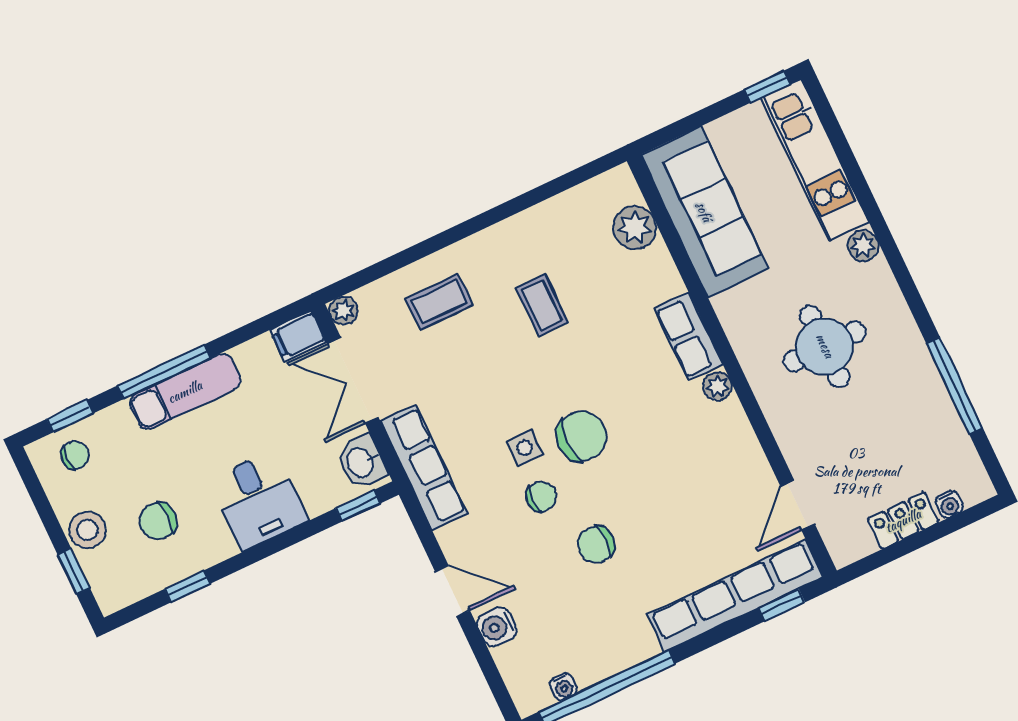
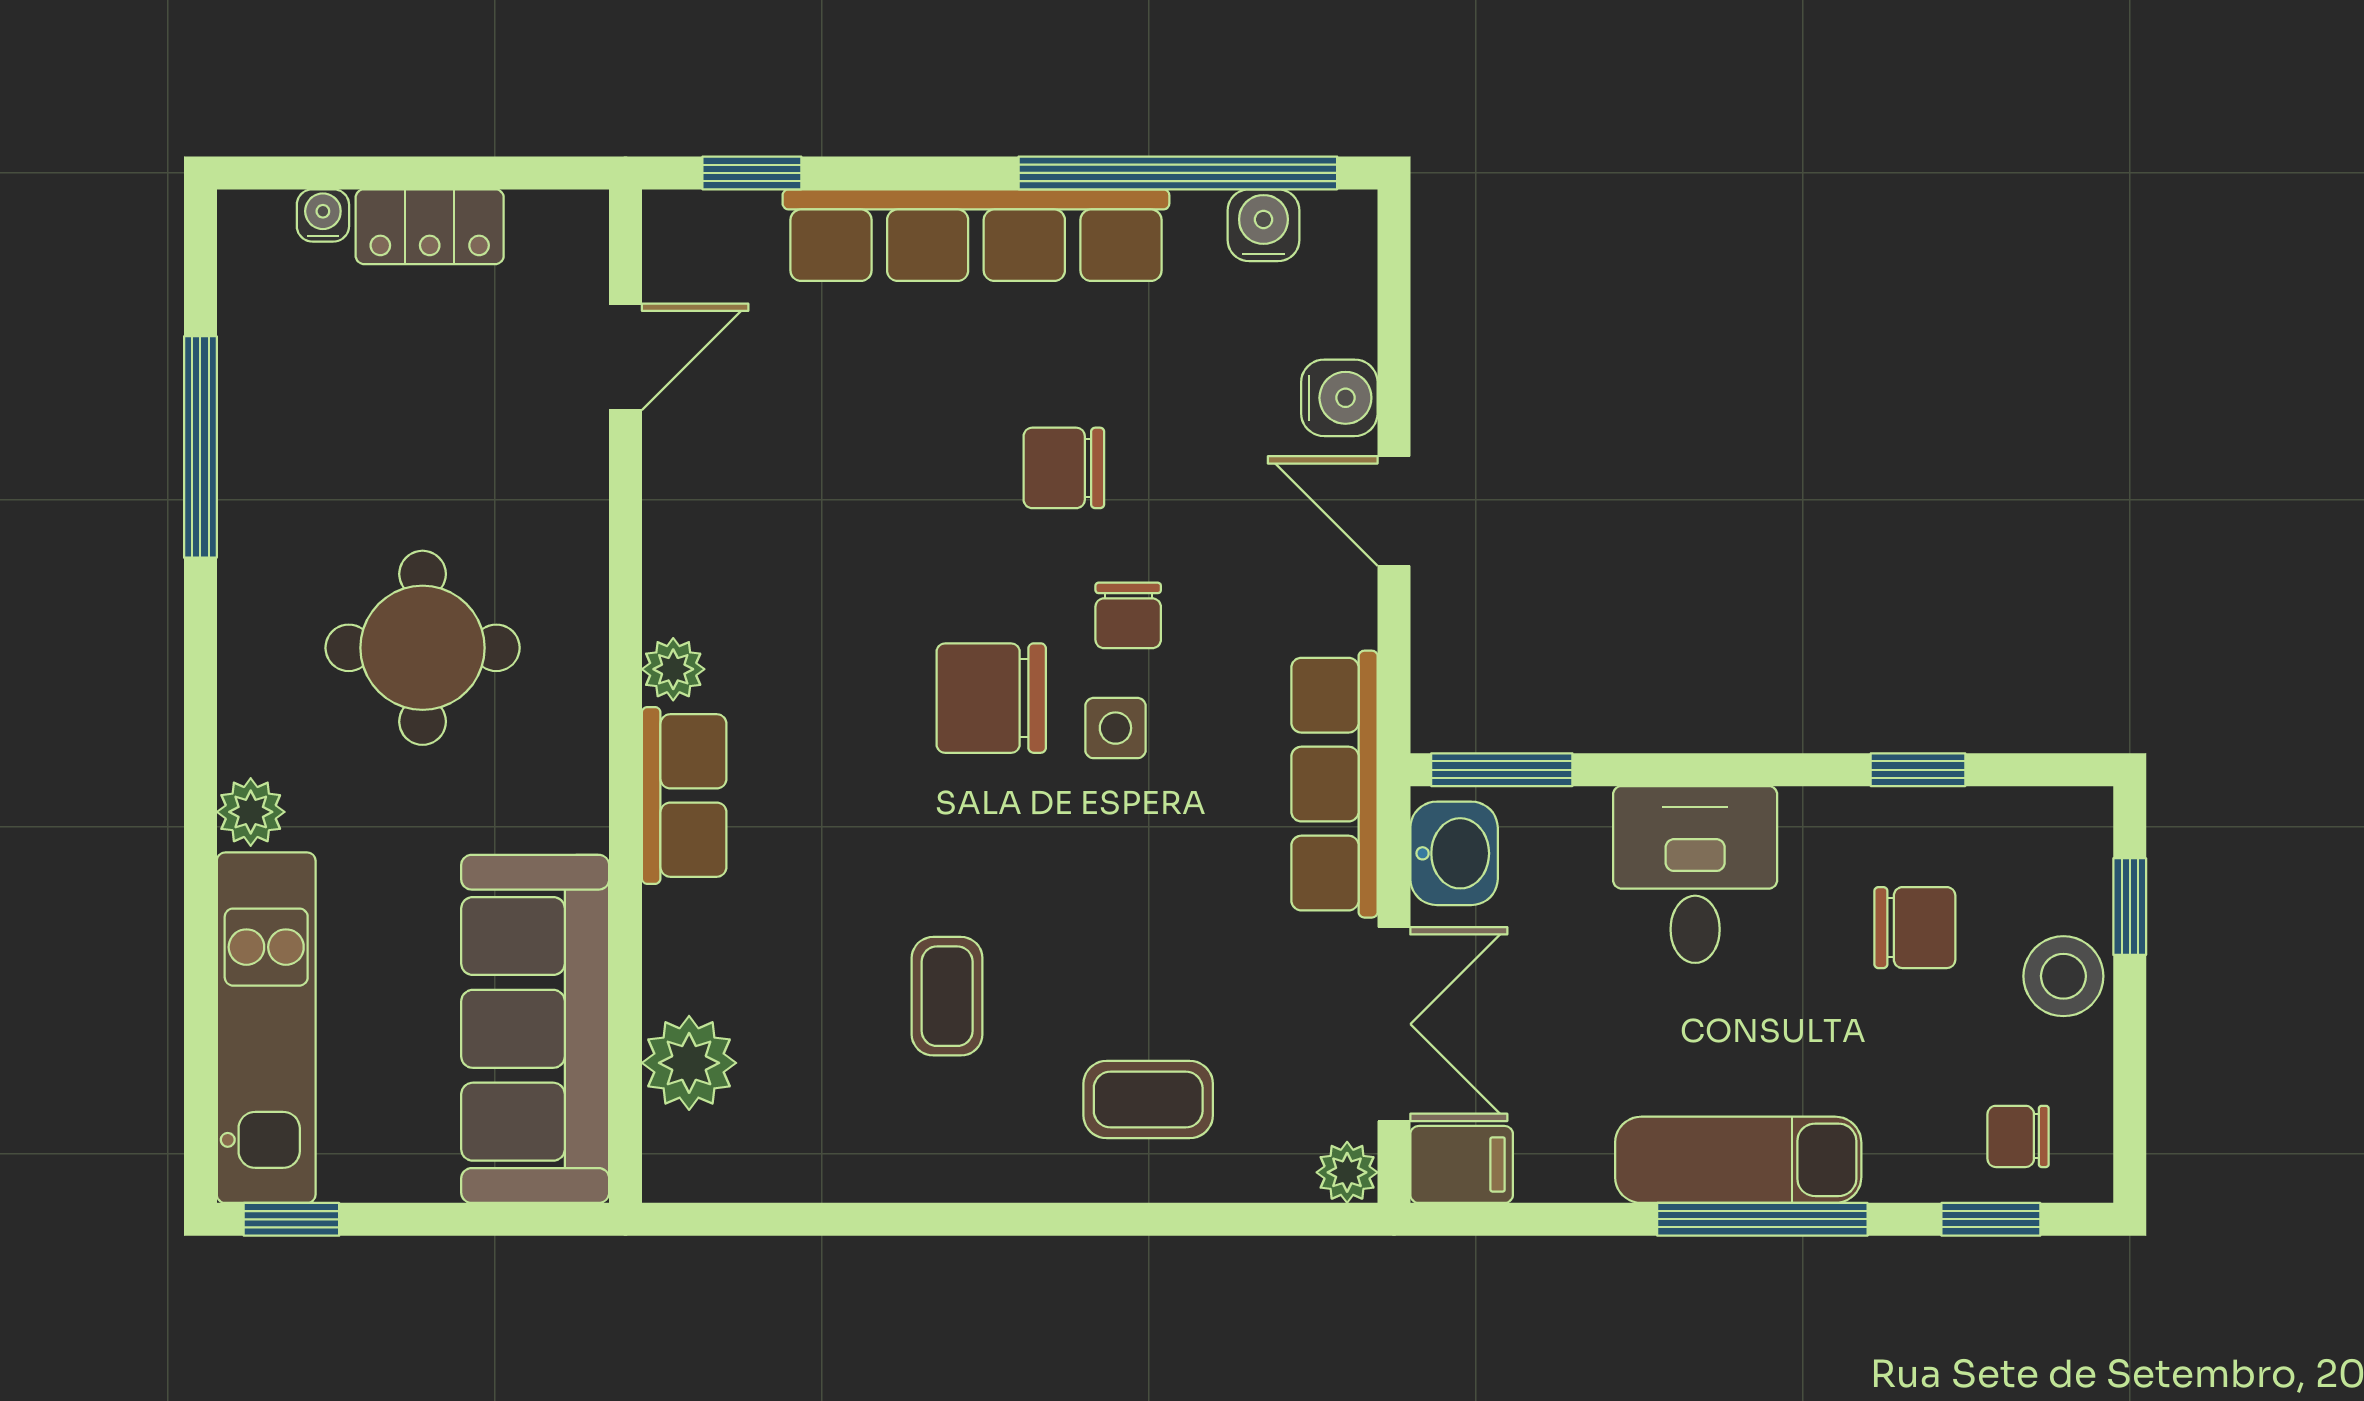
chair: (541, 497) -> (1128, 615), turned -90
window: (358, 506) -> (1502, 770), width x1.50
chair: (596, 545) -> (1064, 468), turned 180
row of seats: (735, 596) -> (976, 235), moved
water cooler: (563, 687) -> (1263, 225), width x1.38, depth x1.38

